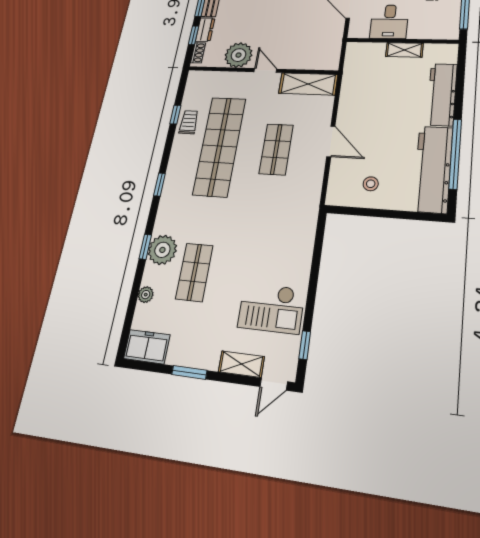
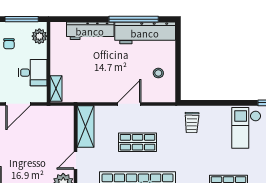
plant: (439, 30) -> (39, 36), added
shelving: (404, 50) -> (56, 89), moved
trolley: (292, 226) -> (192, 123), added
checkout: (271, 308) -> (246, 128), turned 180

